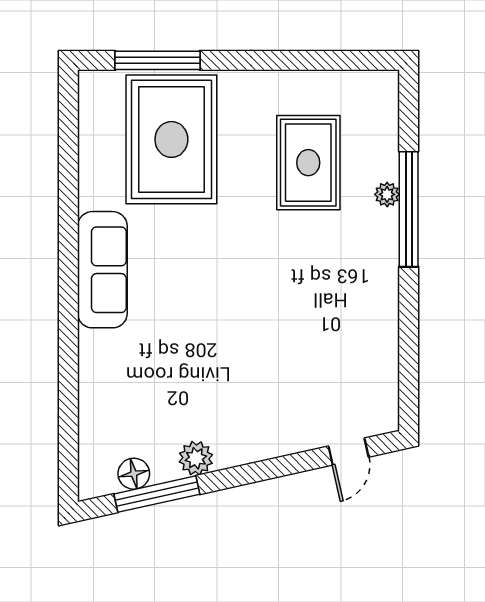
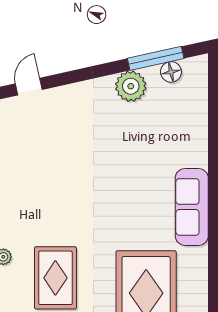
plant: (196, 458) -> (131, 86), width x1.36, depth x1.36

